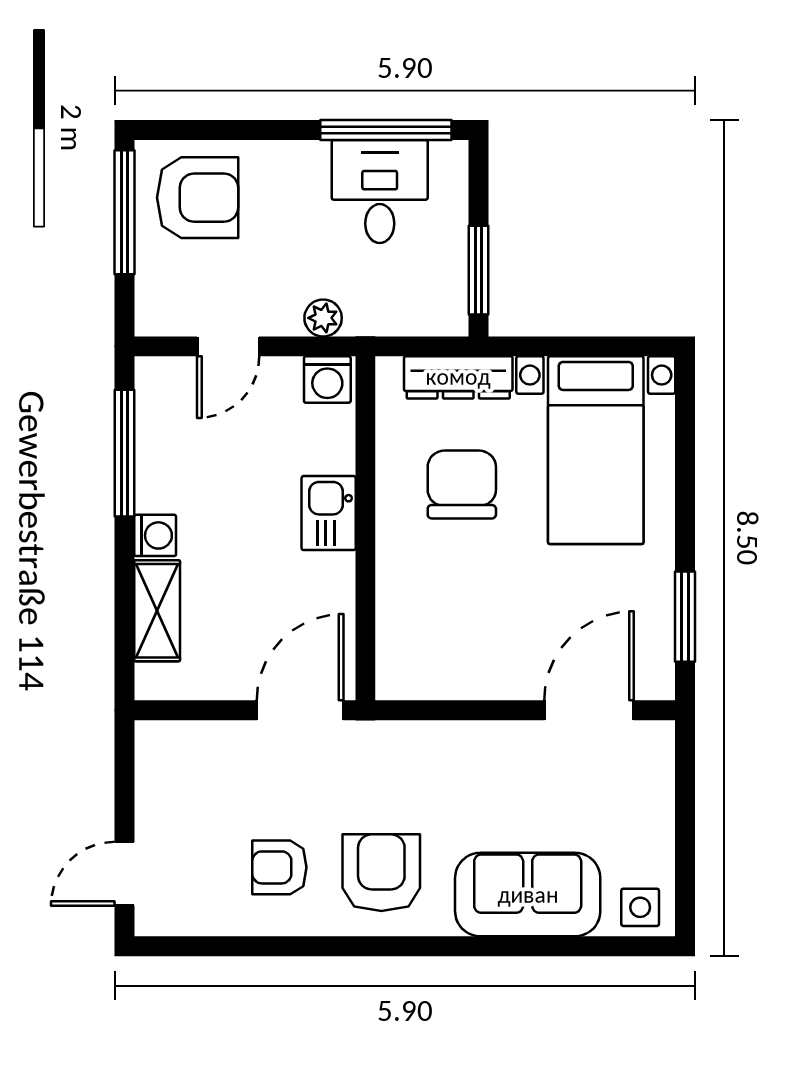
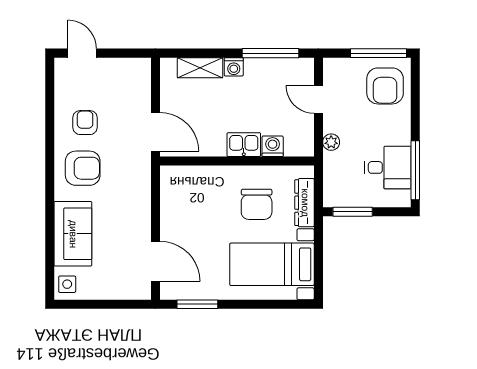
washing machine: (327, 380) -> (273, 146), moved, turned 90
chair: (462, 484) -> (257, 204), turned 90

